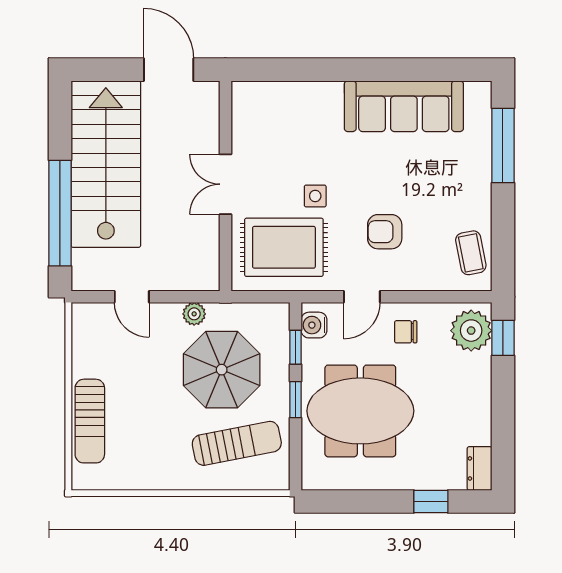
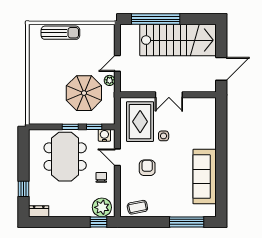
double door: (225, 184) -> (169, 95), swing flipped
door: (132, 297) -> (117, 63), moved
sun lounger: (90, 421) -> (60, 33), turned 180
sun lounger: (237, 443) -> (50, 100), removed

